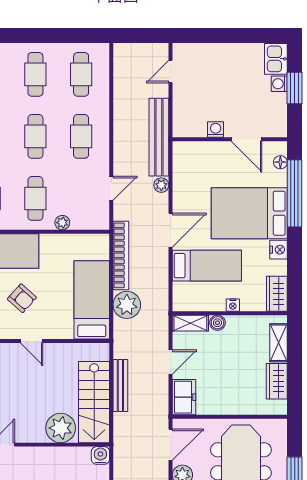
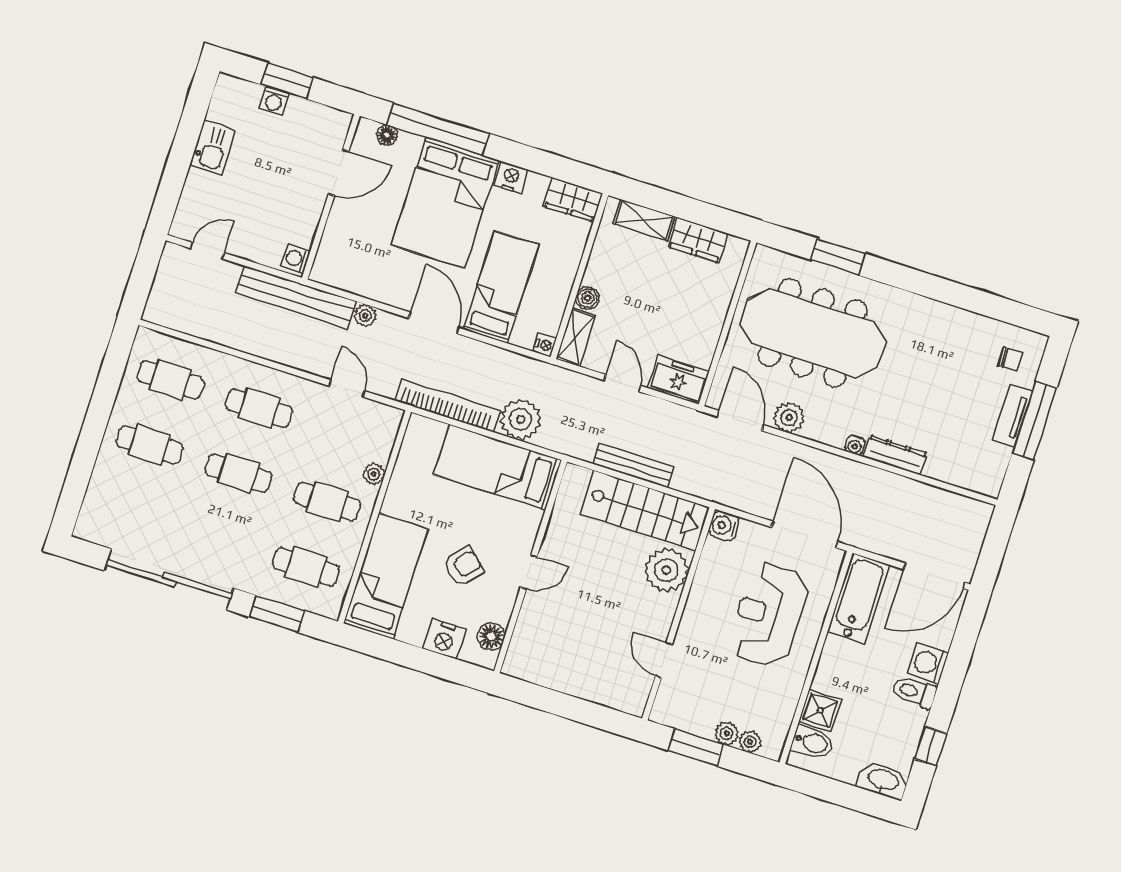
kitchen sink: (276, 59) -> (213, 148), moved, turned -90
door: (171, 72) -> (207, 251), swing flipped
washing machine: (216, 129) -> (296, 259), moved
nightstand: (233, 305) -> (545, 345), moved

